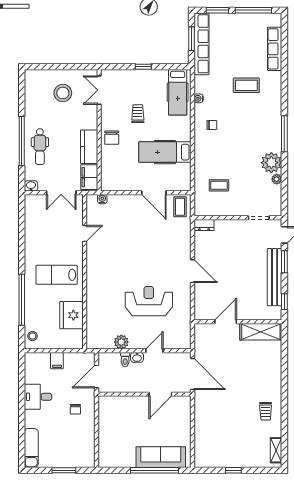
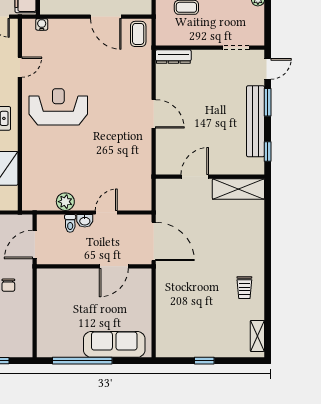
dresser: (204, 225) -> (173, 57), width x1.44
reception desk: (149, 301) -> (58, 107), moved
window: (154, 470) -> (82, 361), moved

